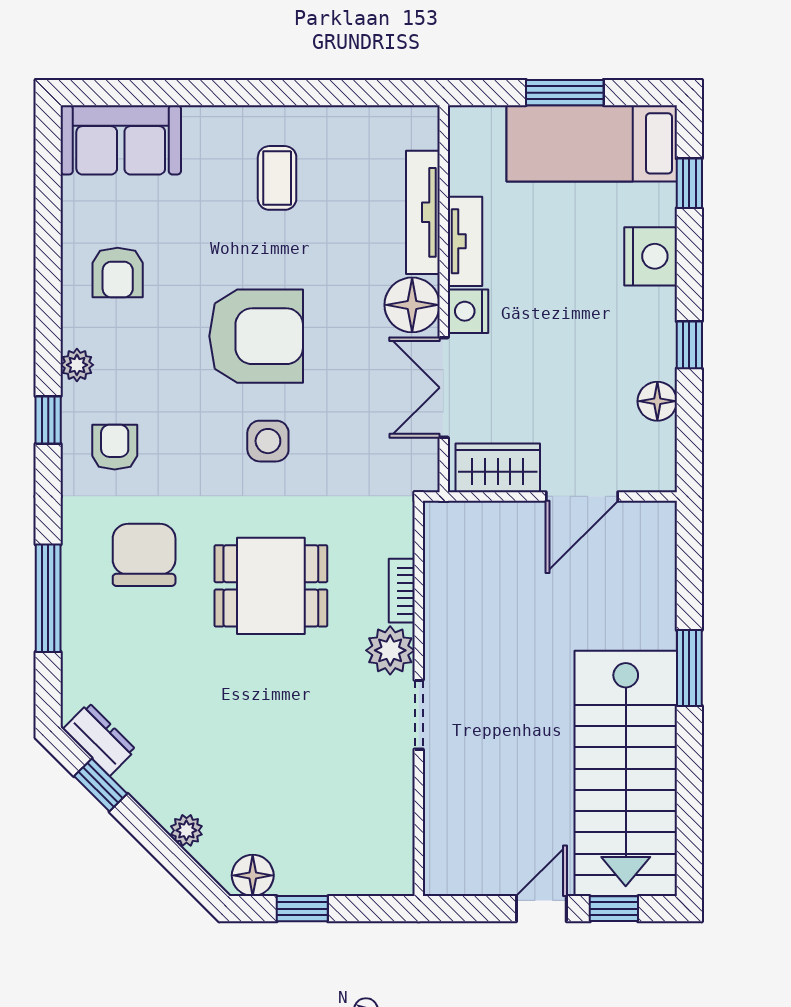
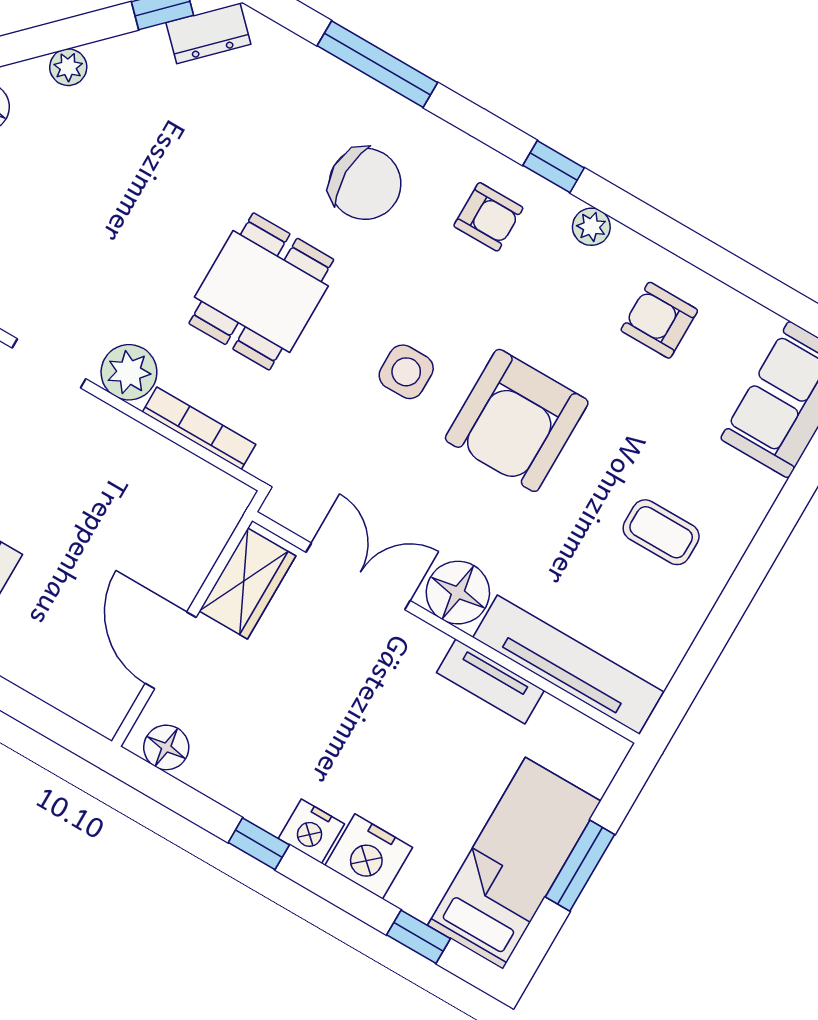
tv unit: (423, 212) -> (568, 665), width x1.36, depth x1.29
nightstand: (468, 311) -> (311, 831), moved, turned 180
floor lamp: (657, 401) -> (166, 747), moved
bookcase: (402, 591) -> (199, 428), width x1.56

